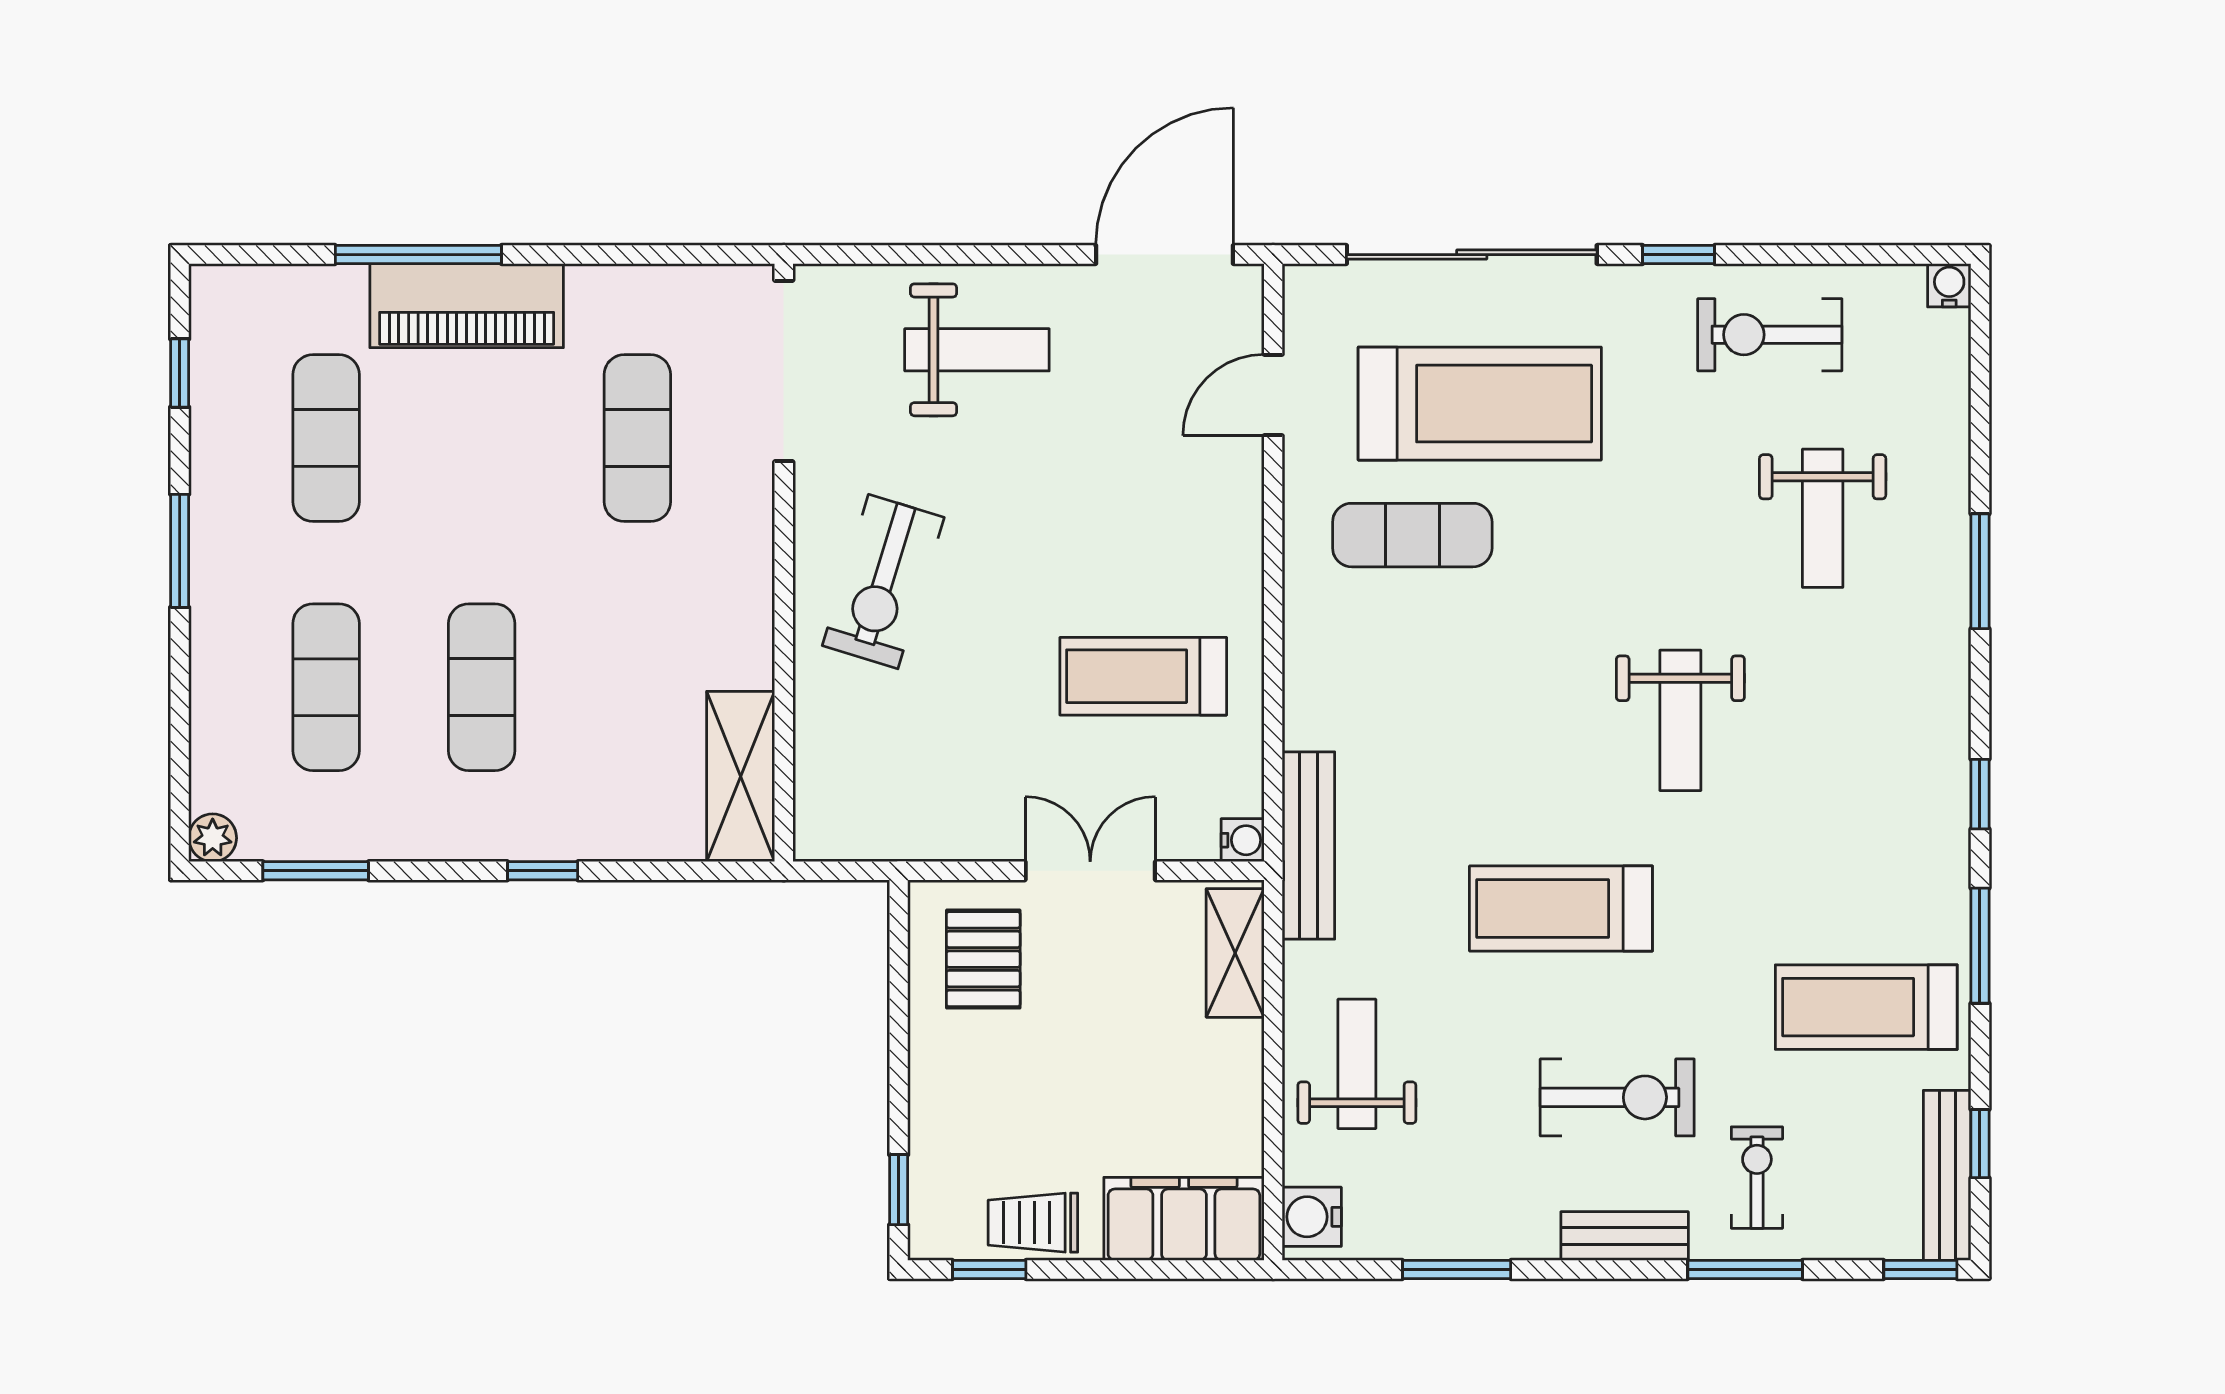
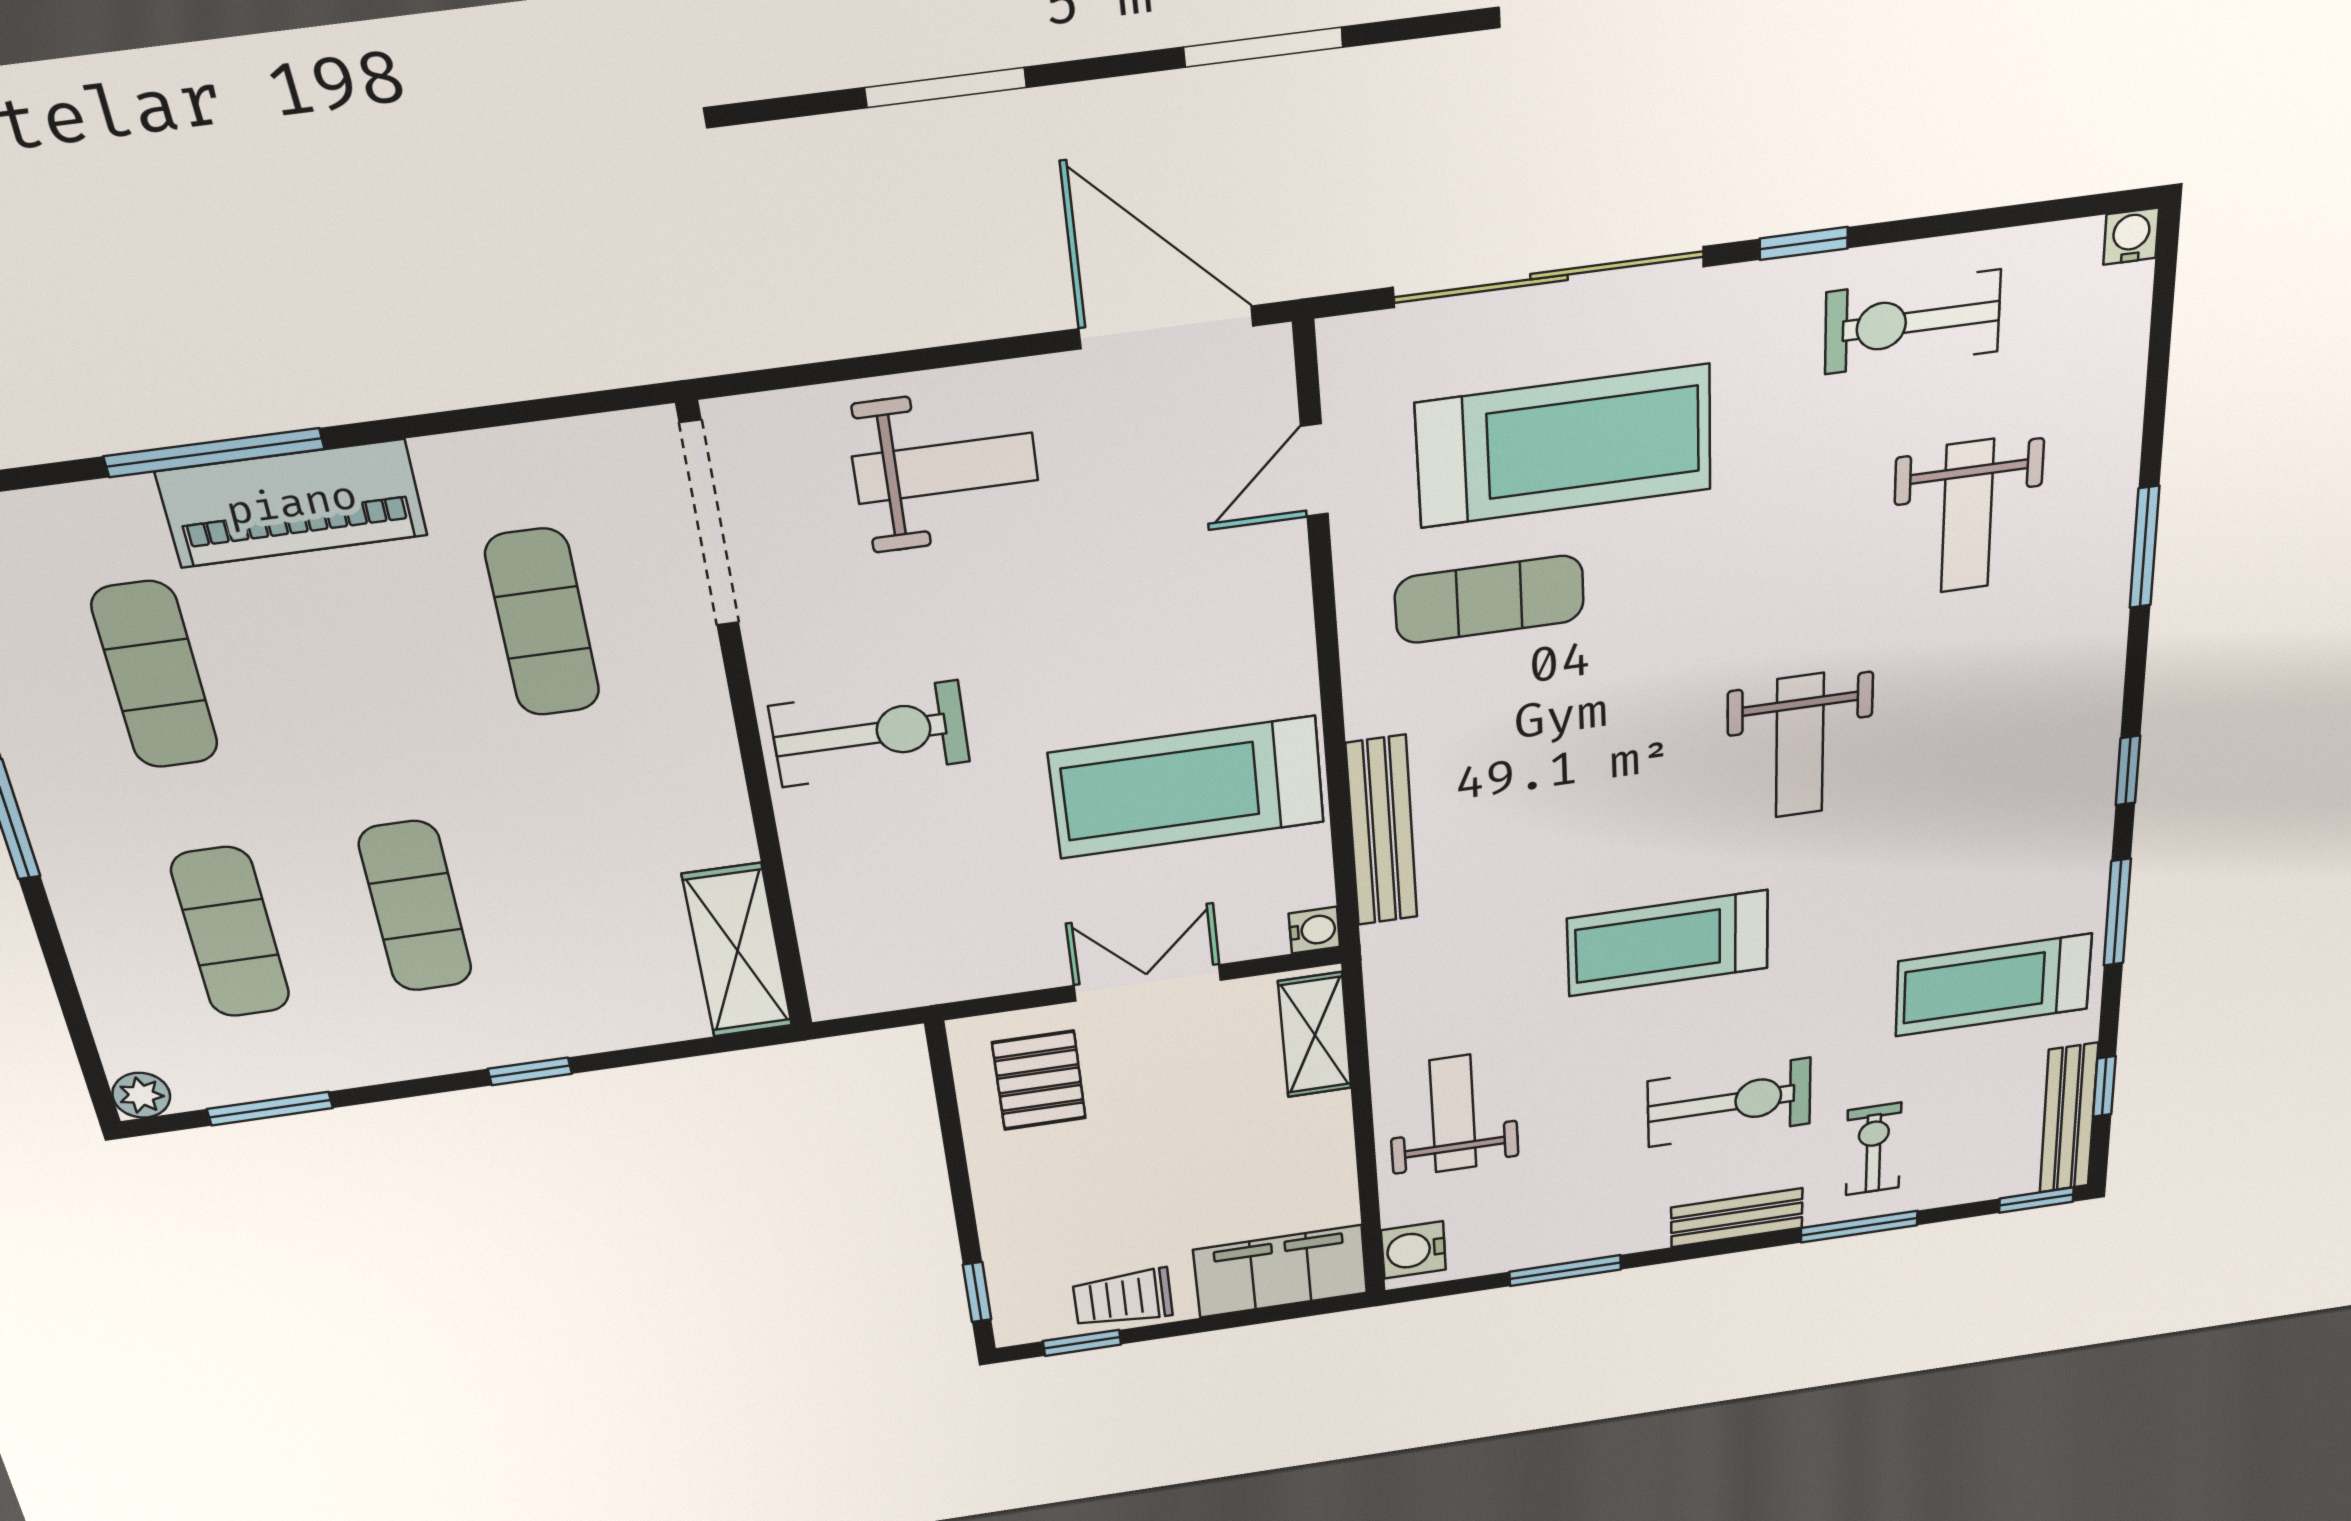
door: (1164, 255) -> (1166, 327), hinge flipped
exercise bike: (883, 582) -> (870, 734), turned -107
treadmill: (1143, 676) -> (1187, 788), width x1.37, depth x1.38
bench: (1308, 845) -> (1382, 831), moved

